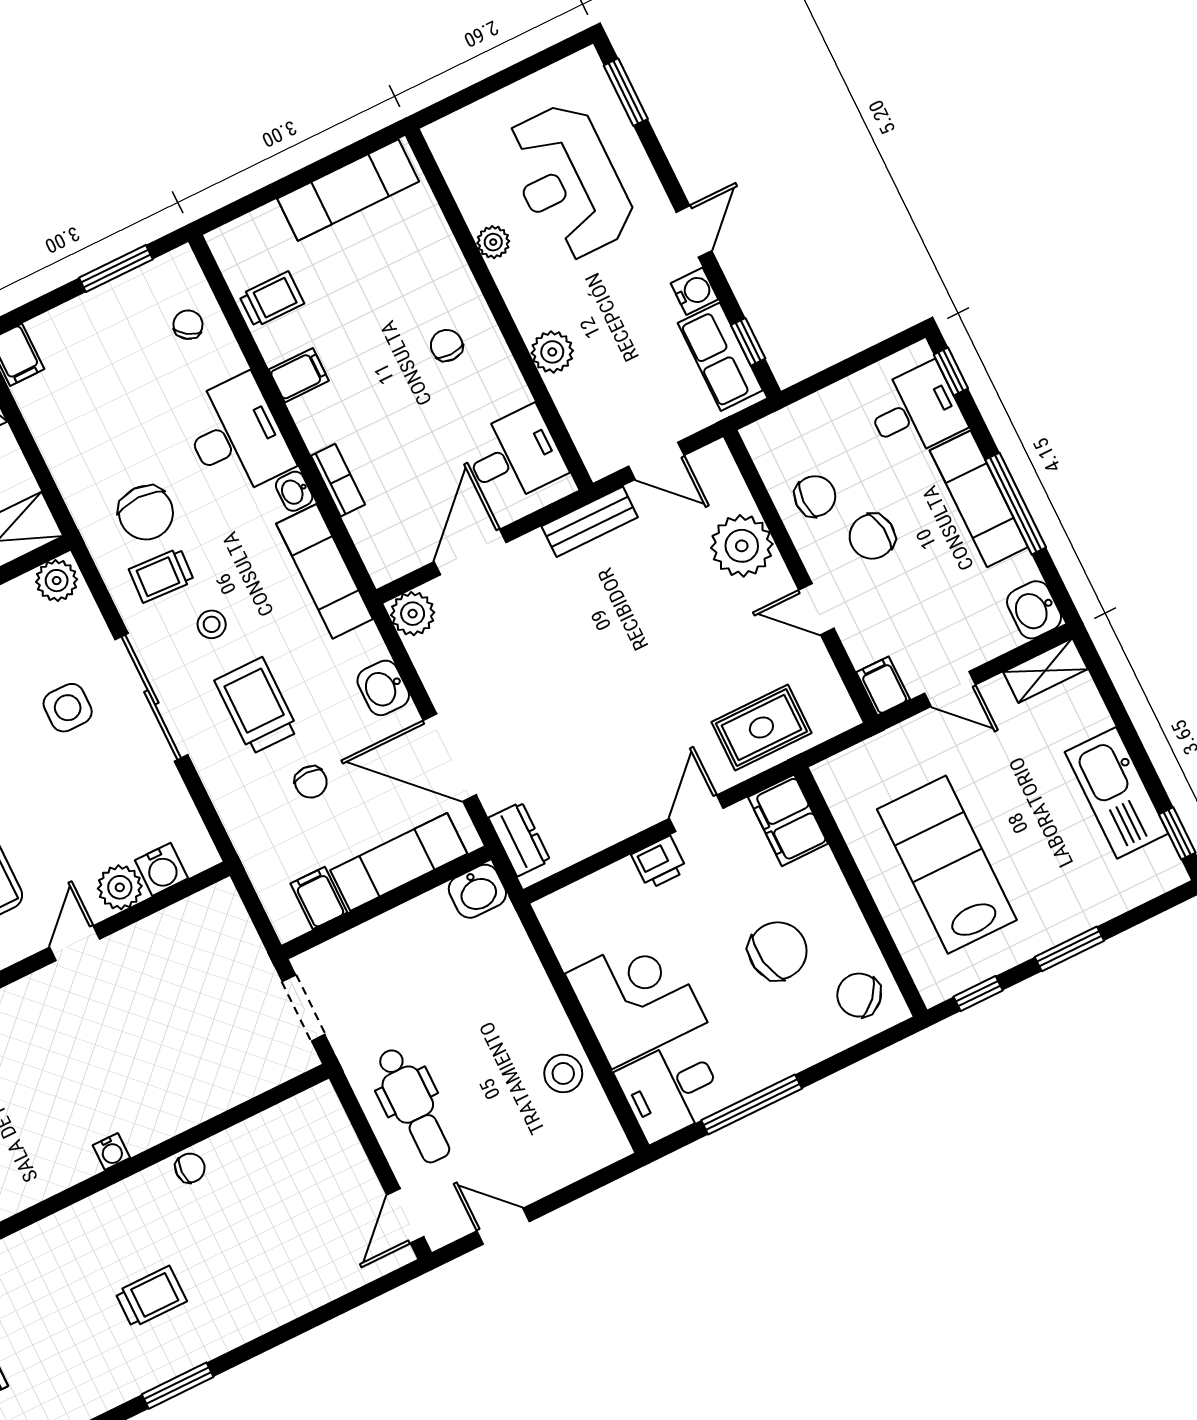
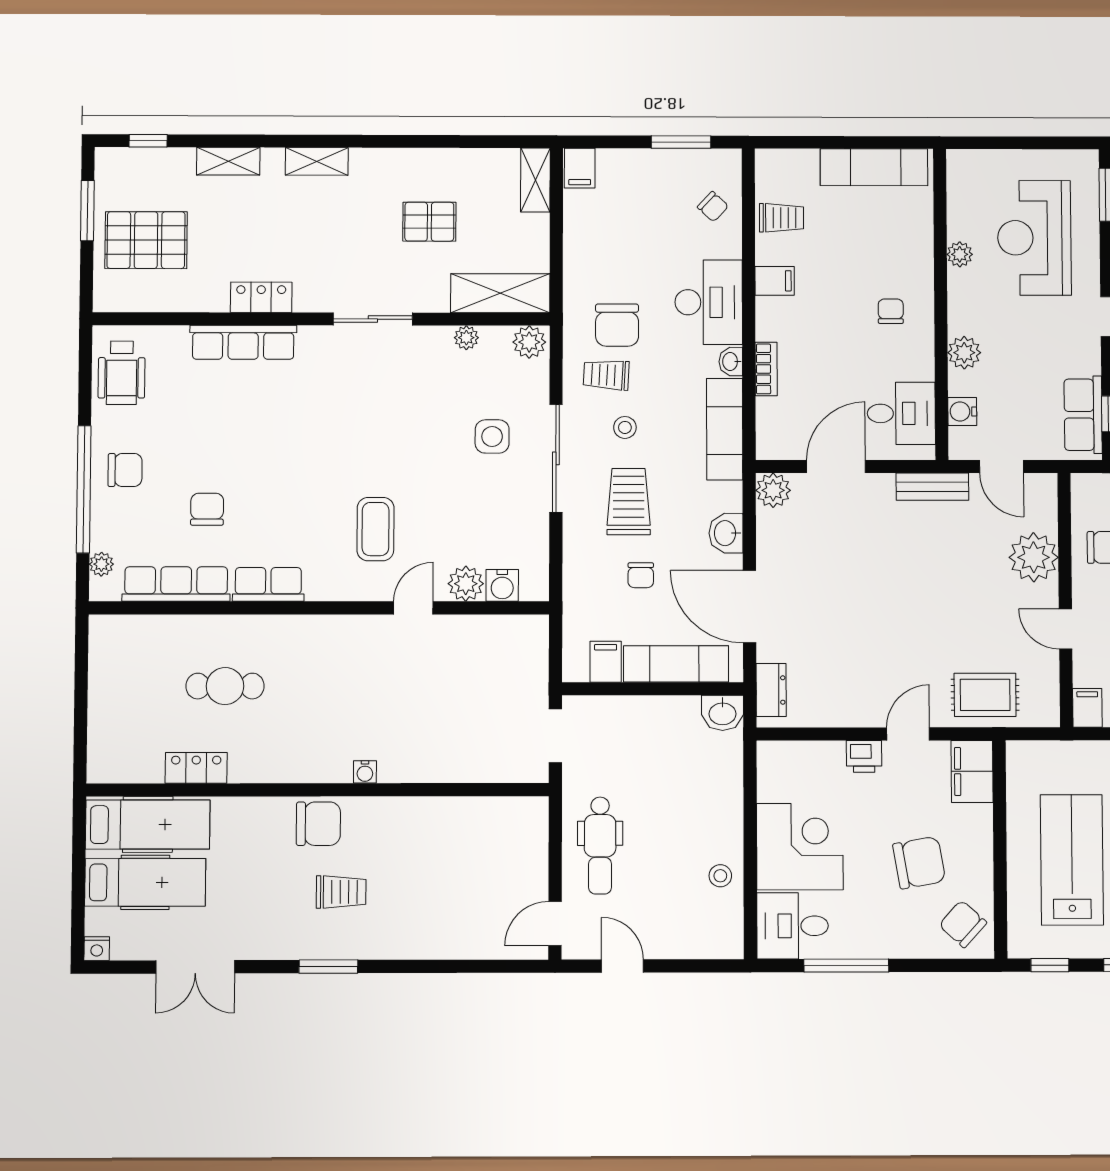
water cooler: (694, 291) -> (962, 412), moved, turned 180
chair: (188, 325) -> (713, 207), turned 100
stool: (563, 1073) -> (720, 876), width x0.73, depth x0.73
chair: (190, 1168) -> (318, 824), moved, width x1.87, depth x1.87

